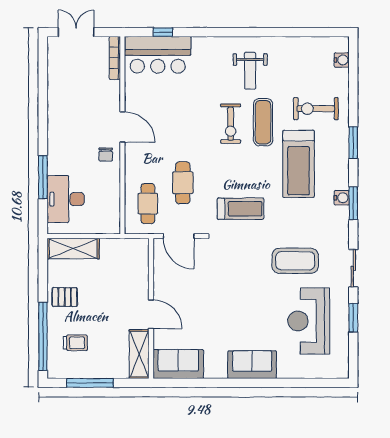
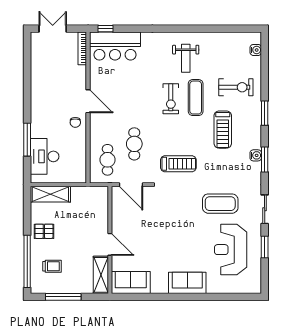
window: (163, 32) -> (105, 29), moved
exercise bike: (316, 109) -> (236, 87), turned 180
treadmill: (299, 164) -> (223, 130), width x0.73, depth x0.73

